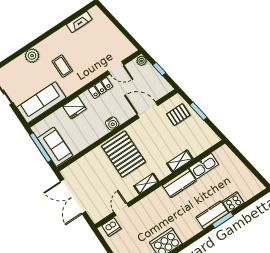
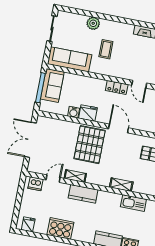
fridge: (75, 108) -> (88, 113), moved, turned 180
door: (147, 110) -> (118, 128), moved
water cooler: (112, 124) -> (74, 112), moved
sofa: (55, 147) -> (52, 85), moved
kitchen counter: (179, 183) -> (83, 194), moved
shelving: (146, 184) -> (75, 176), moved

